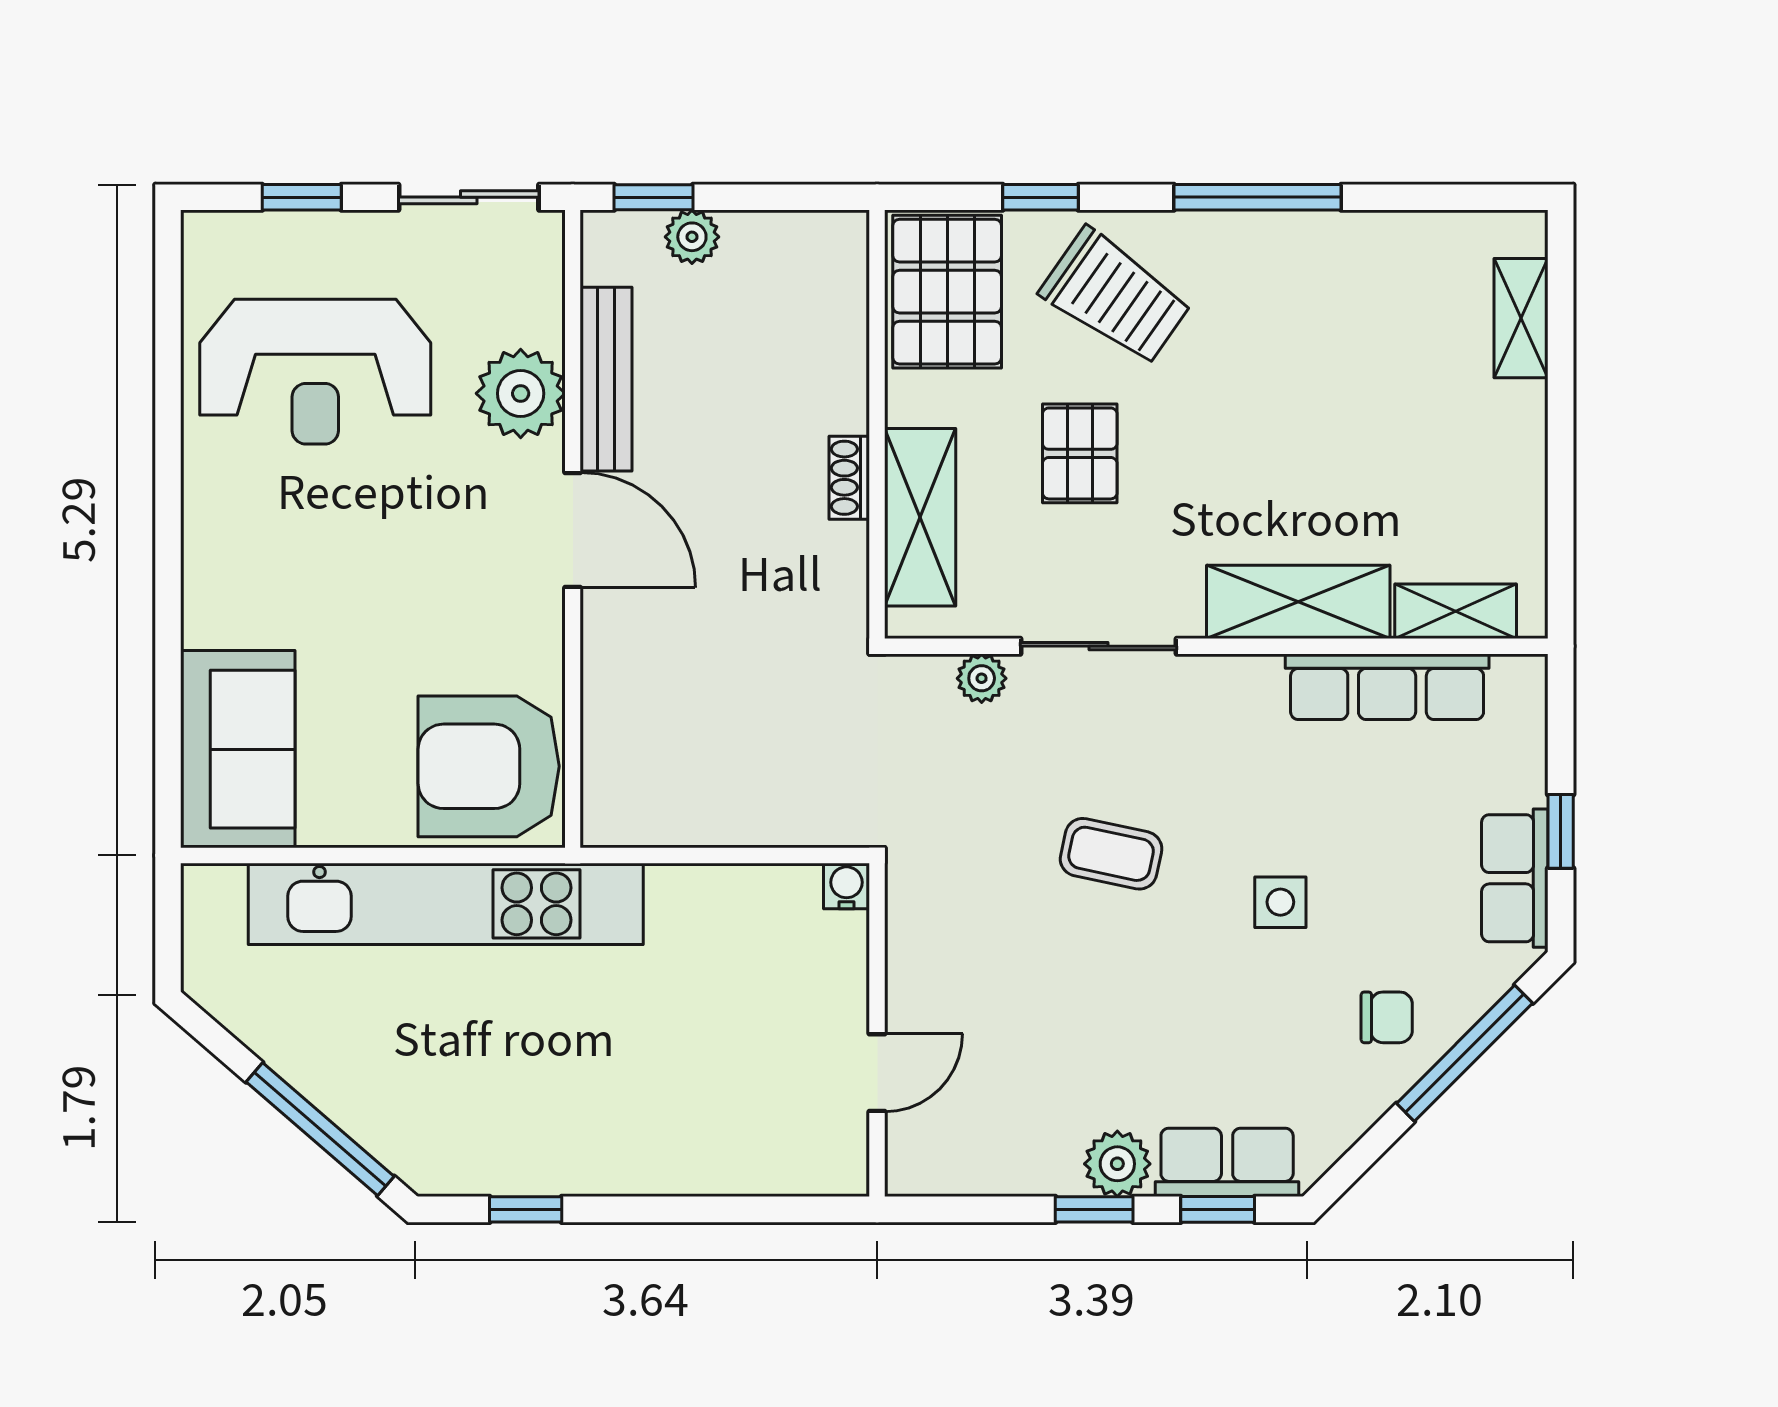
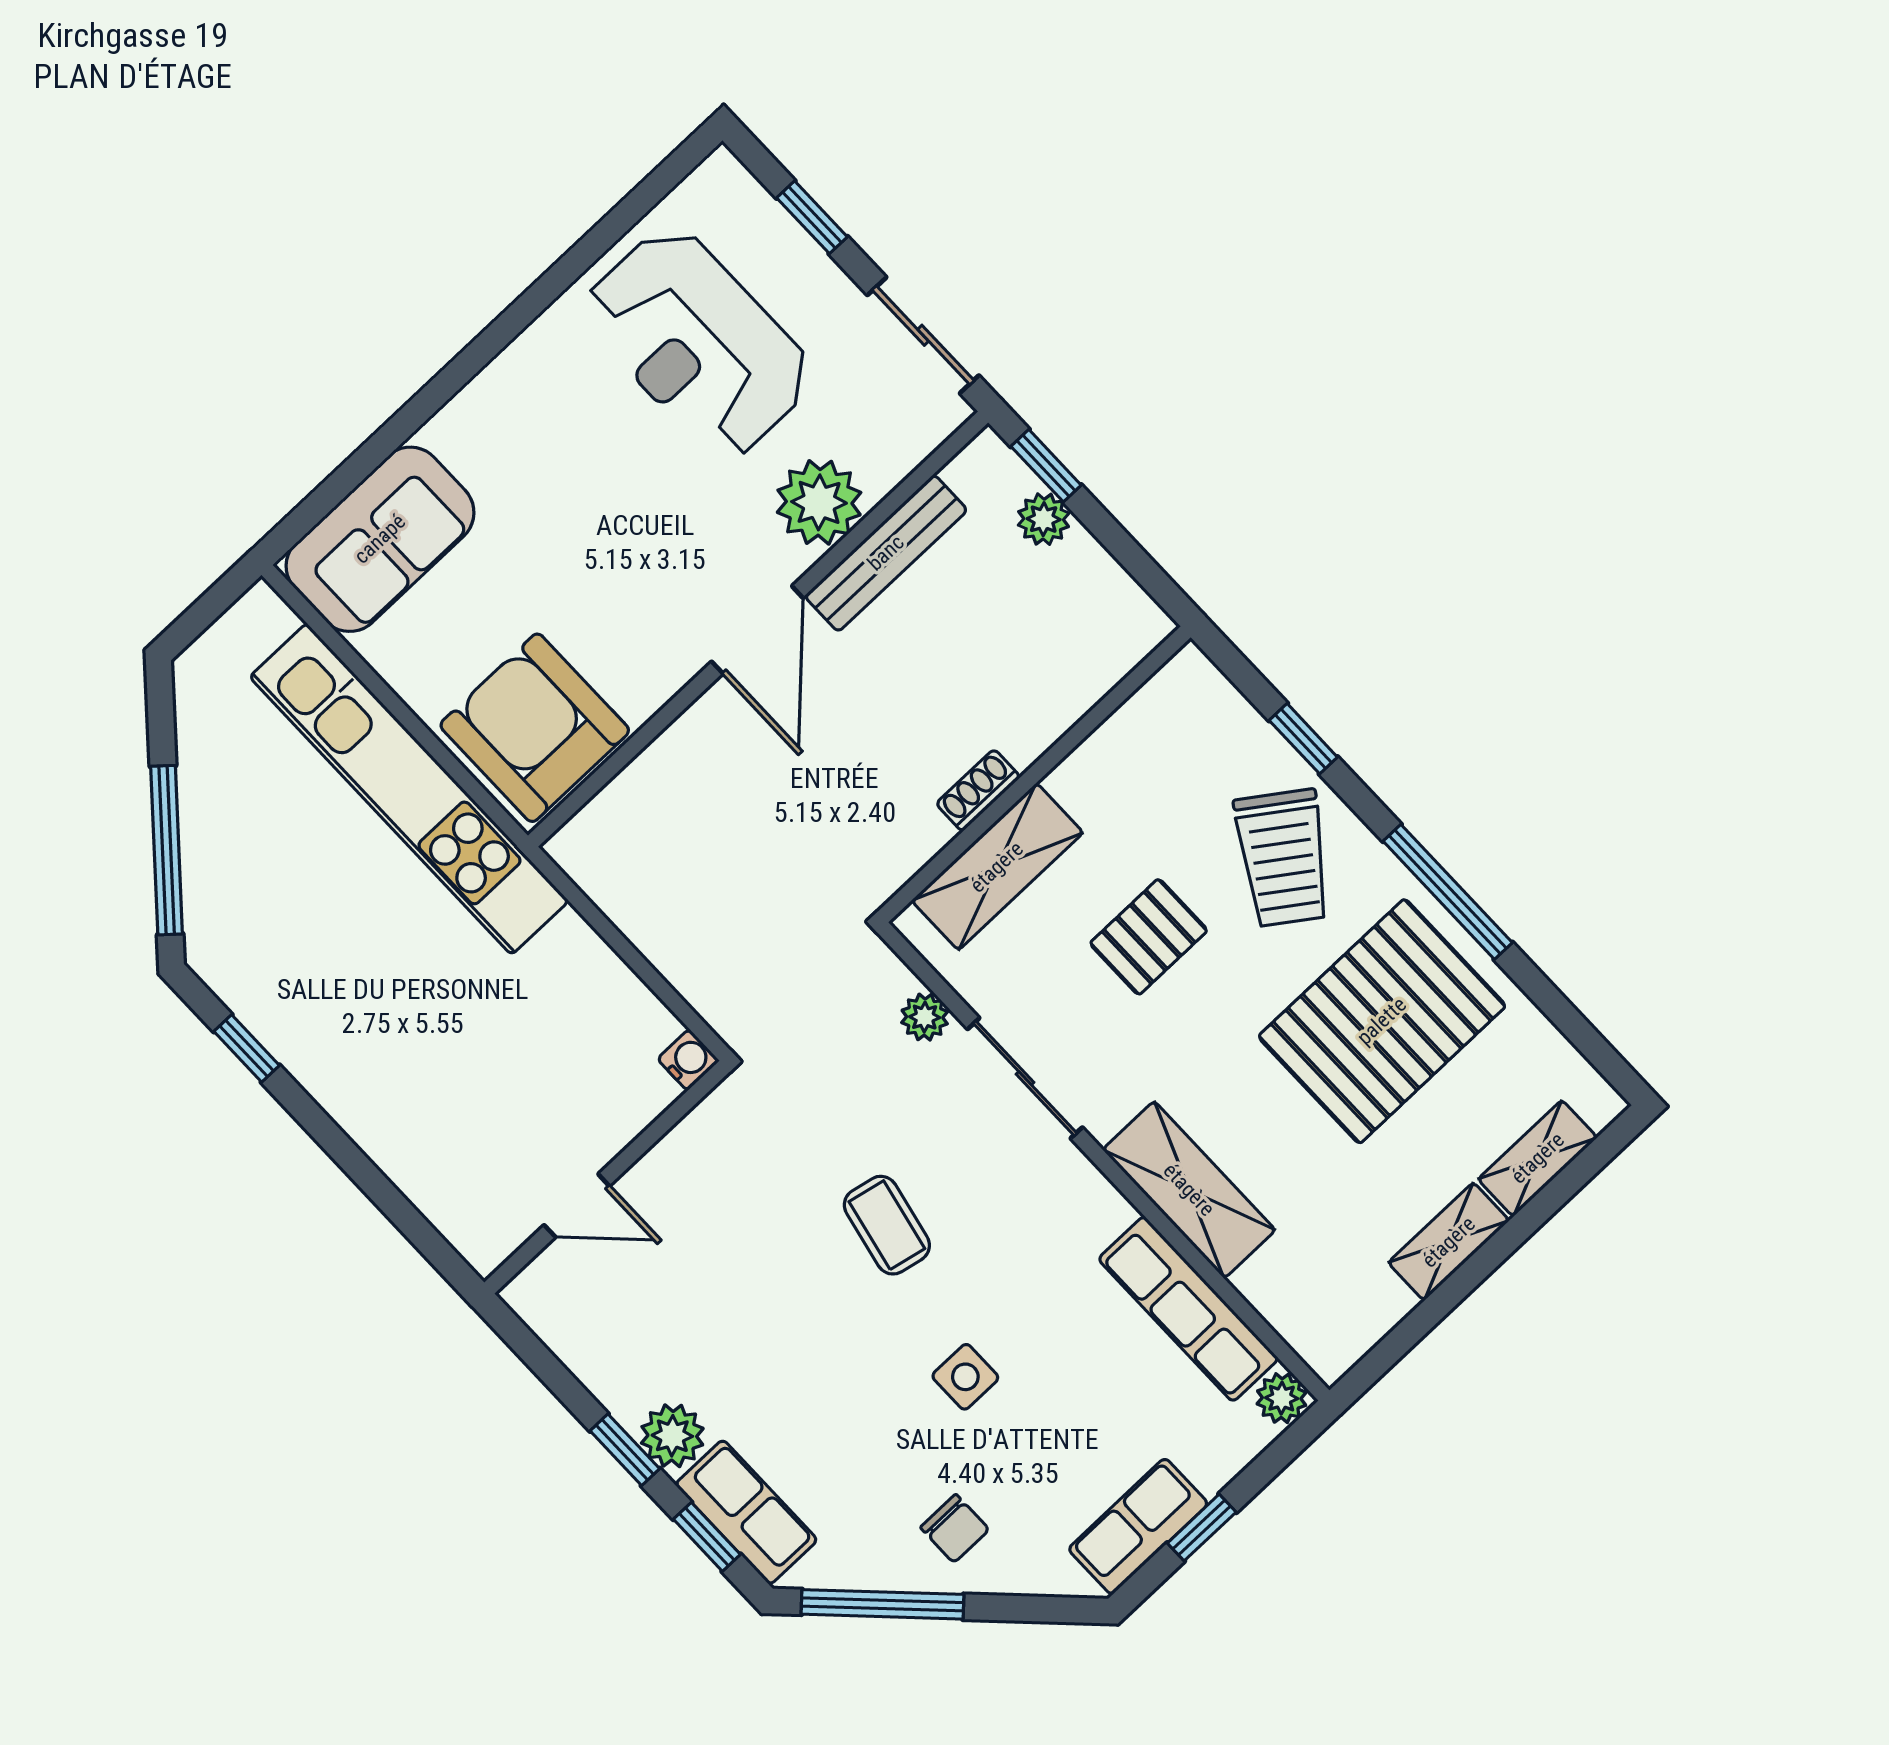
pallet: (947, 292) -> (1382, 1021), moved, width x1.37, depth x1.41
shelving: (1456, 611) -> (1449, 1242), moved, turned 90
plant: (1520, 680) -> (1282, 1398), added
window: (1465, 1053) -> (883, 1604), moved

